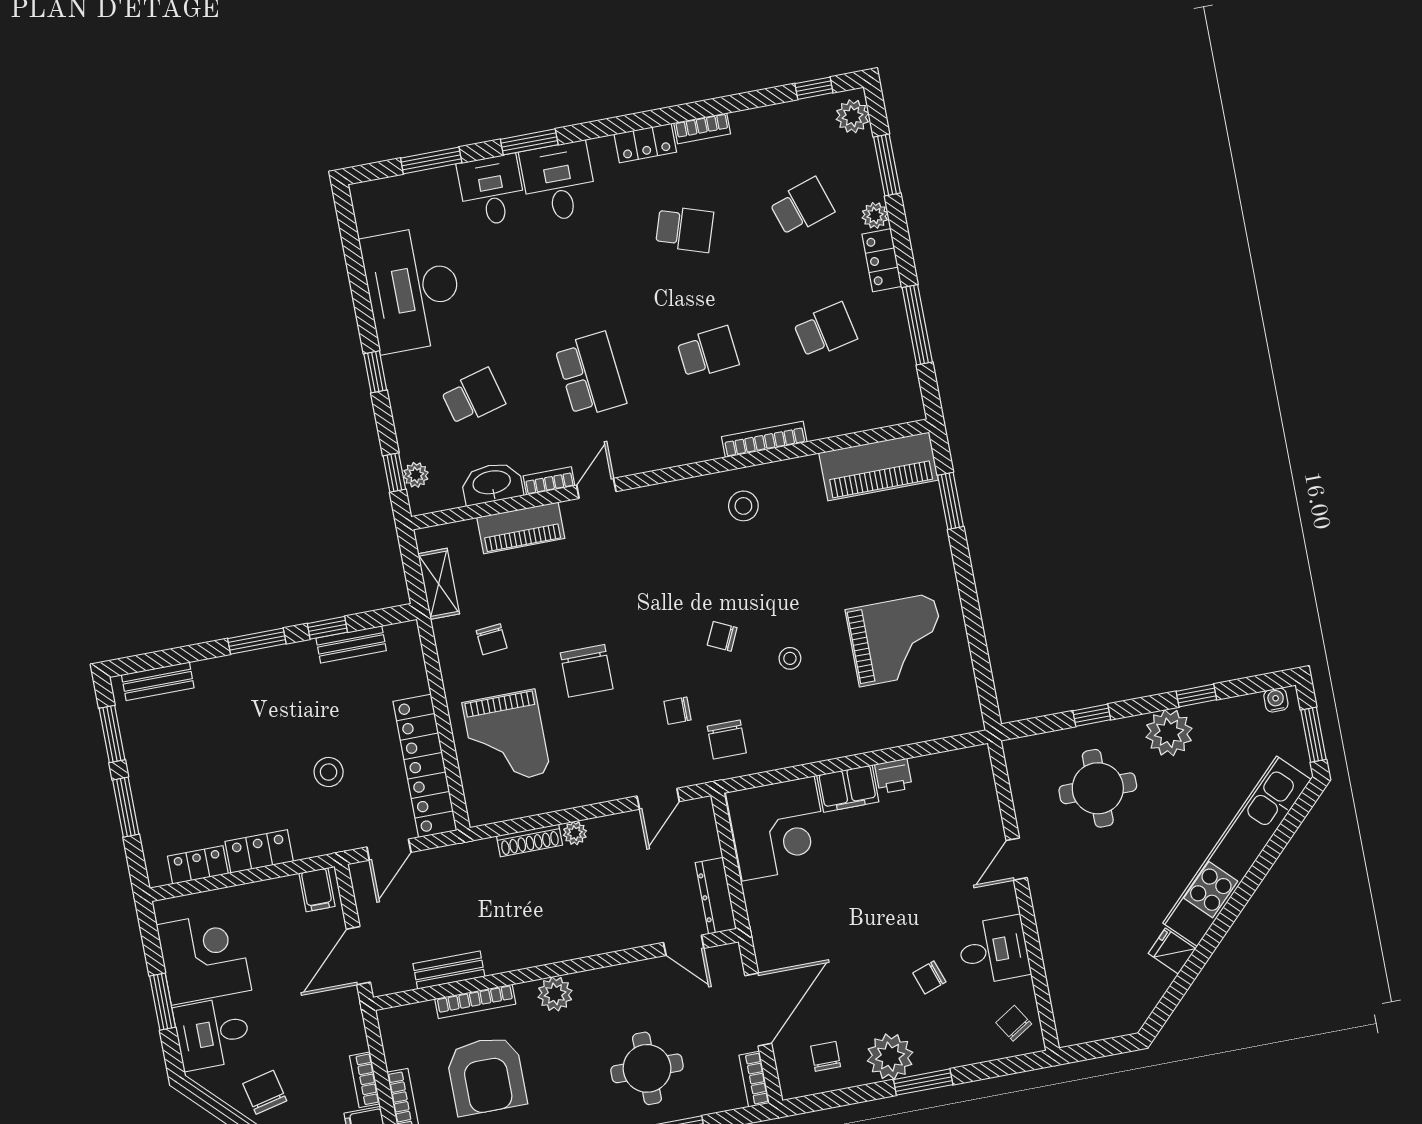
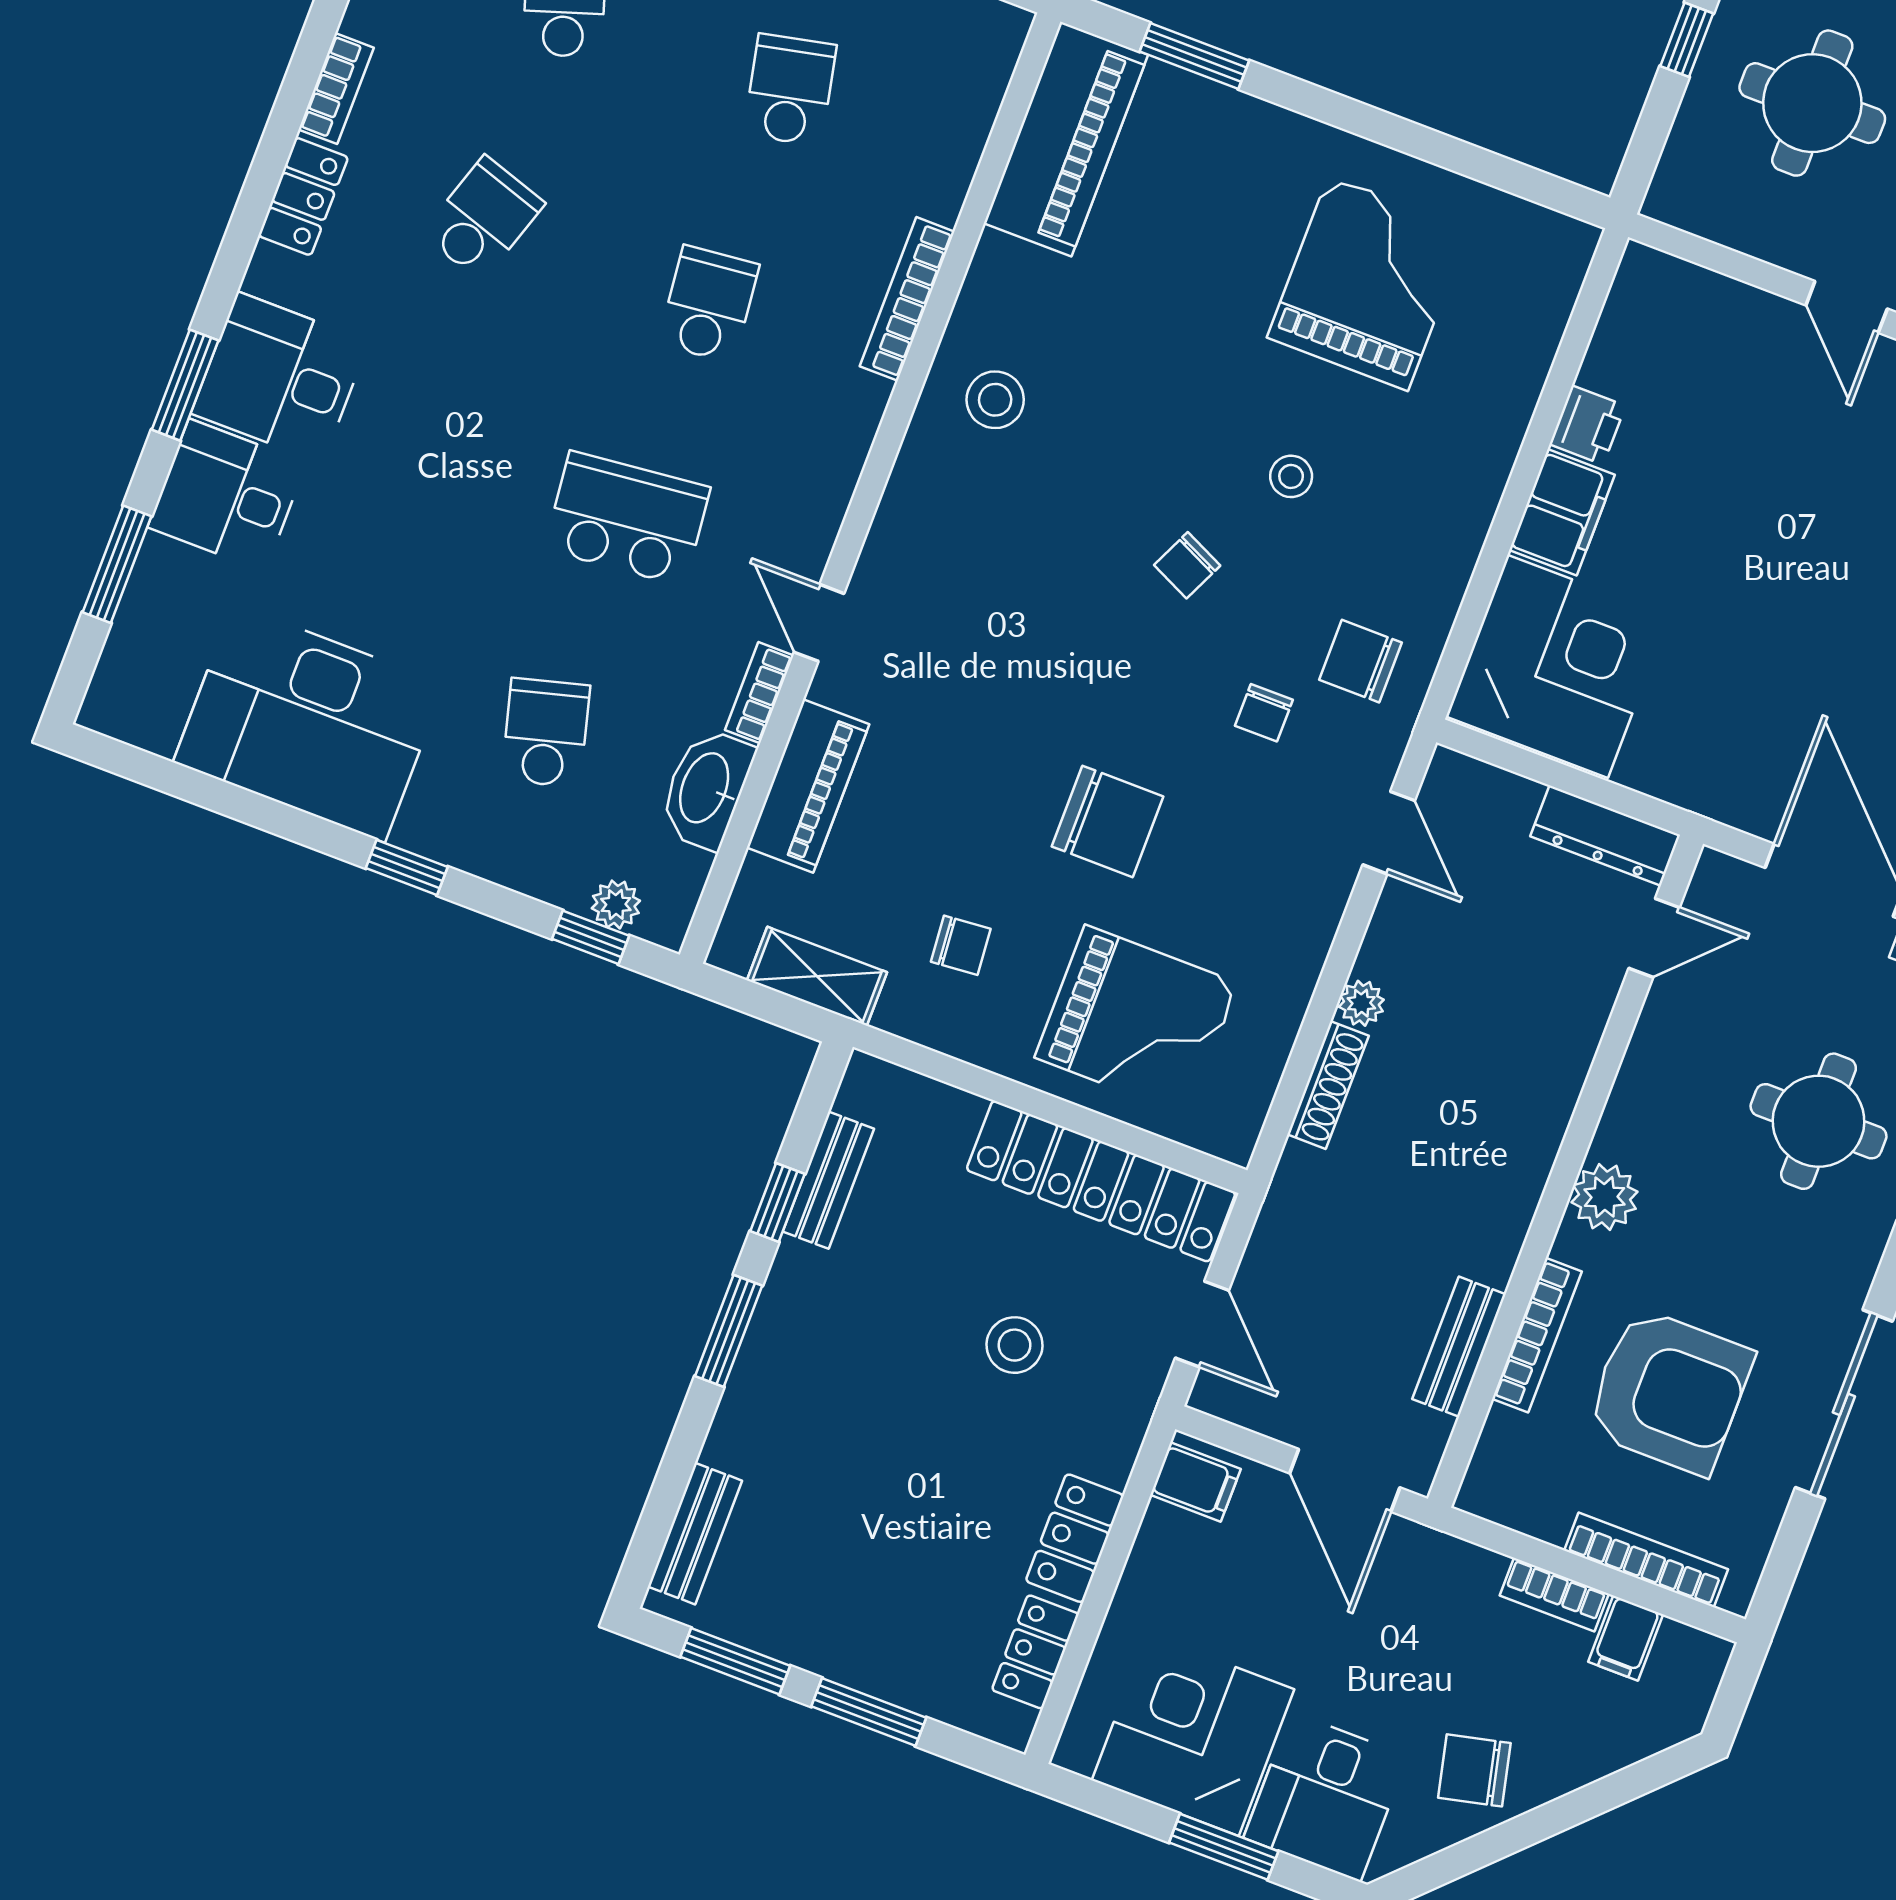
chair: (727, 740) -> (1360, 661), turned 180

